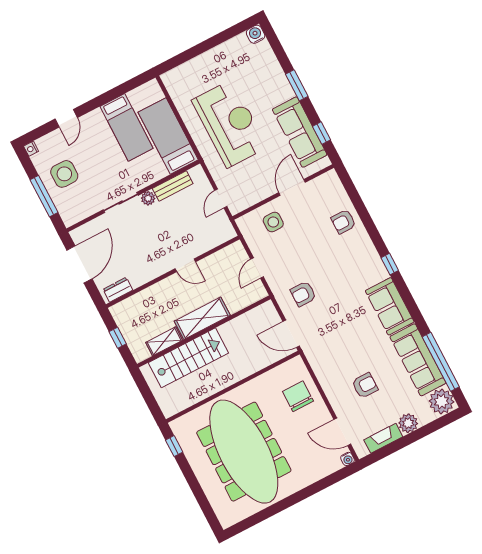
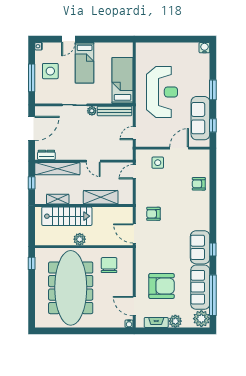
bed: (127, 127) -> (85, 63), moved
bench: (173, 186) -> (115, 111), width x1.36
window: (390, 264) -> (213, 250), moved
door: (257, 268) -> (134, 172), moved
shelving: (142, 300) -> (57, 169), added
shelving: (202, 318) -> (101, 197), moved
plant: (222, 380) -> (80, 239), added
armchair: (365, 385) -> (162, 286), width x1.88, depth x1.88
chair: (298, 396) -> (109, 265), moved

